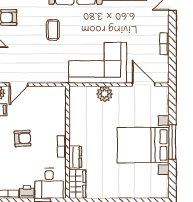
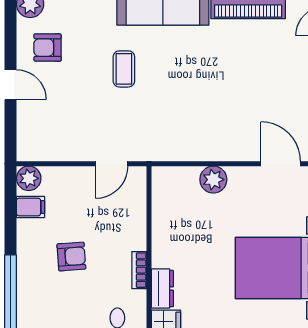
corner sofa: (98, 63) -> (201, 126), removed
door: (18, 85) -> (112, 164), moved

